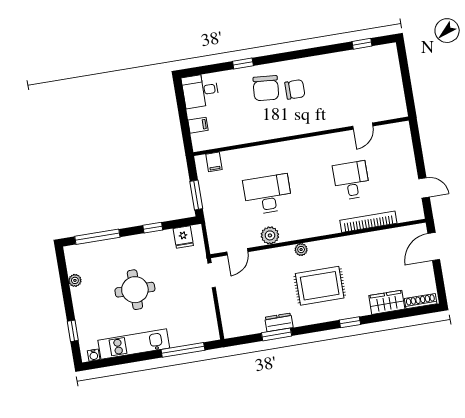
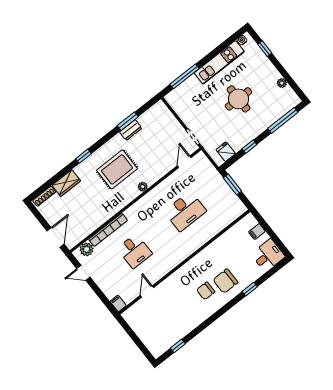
chair: (266, 88) -> (225, 281), turned -95
filing cabinet: (214, 162) -> (118, 304), moved
plant: (270, 235) -> (87, 249), moved

